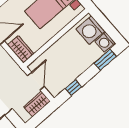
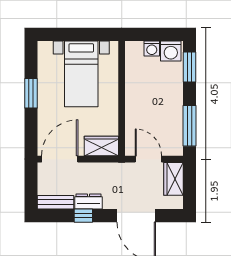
washing machine: (90, 30) -> (152, 49), width x0.53, depth x0.53
window: (73, 88) -> (190, 126), width x2.17

